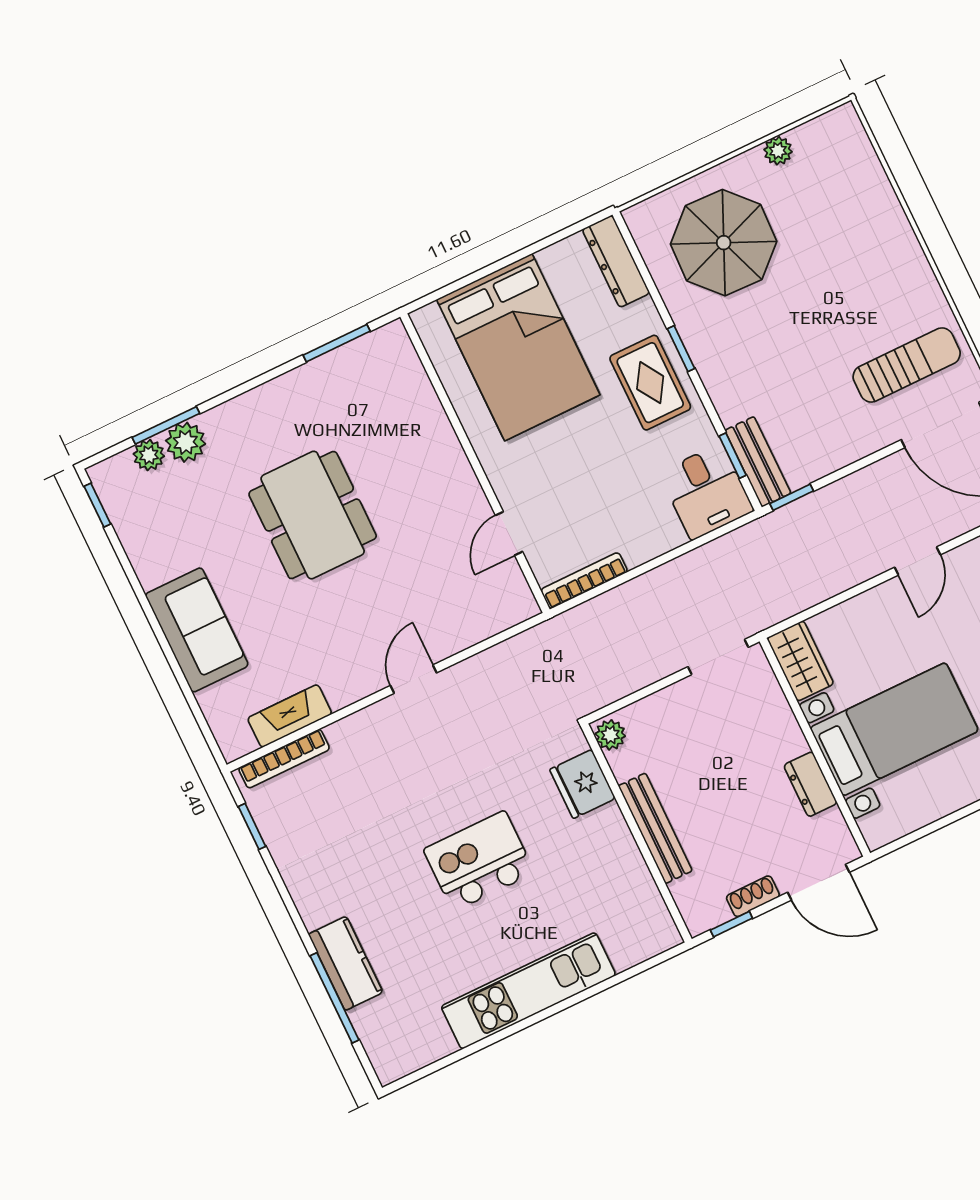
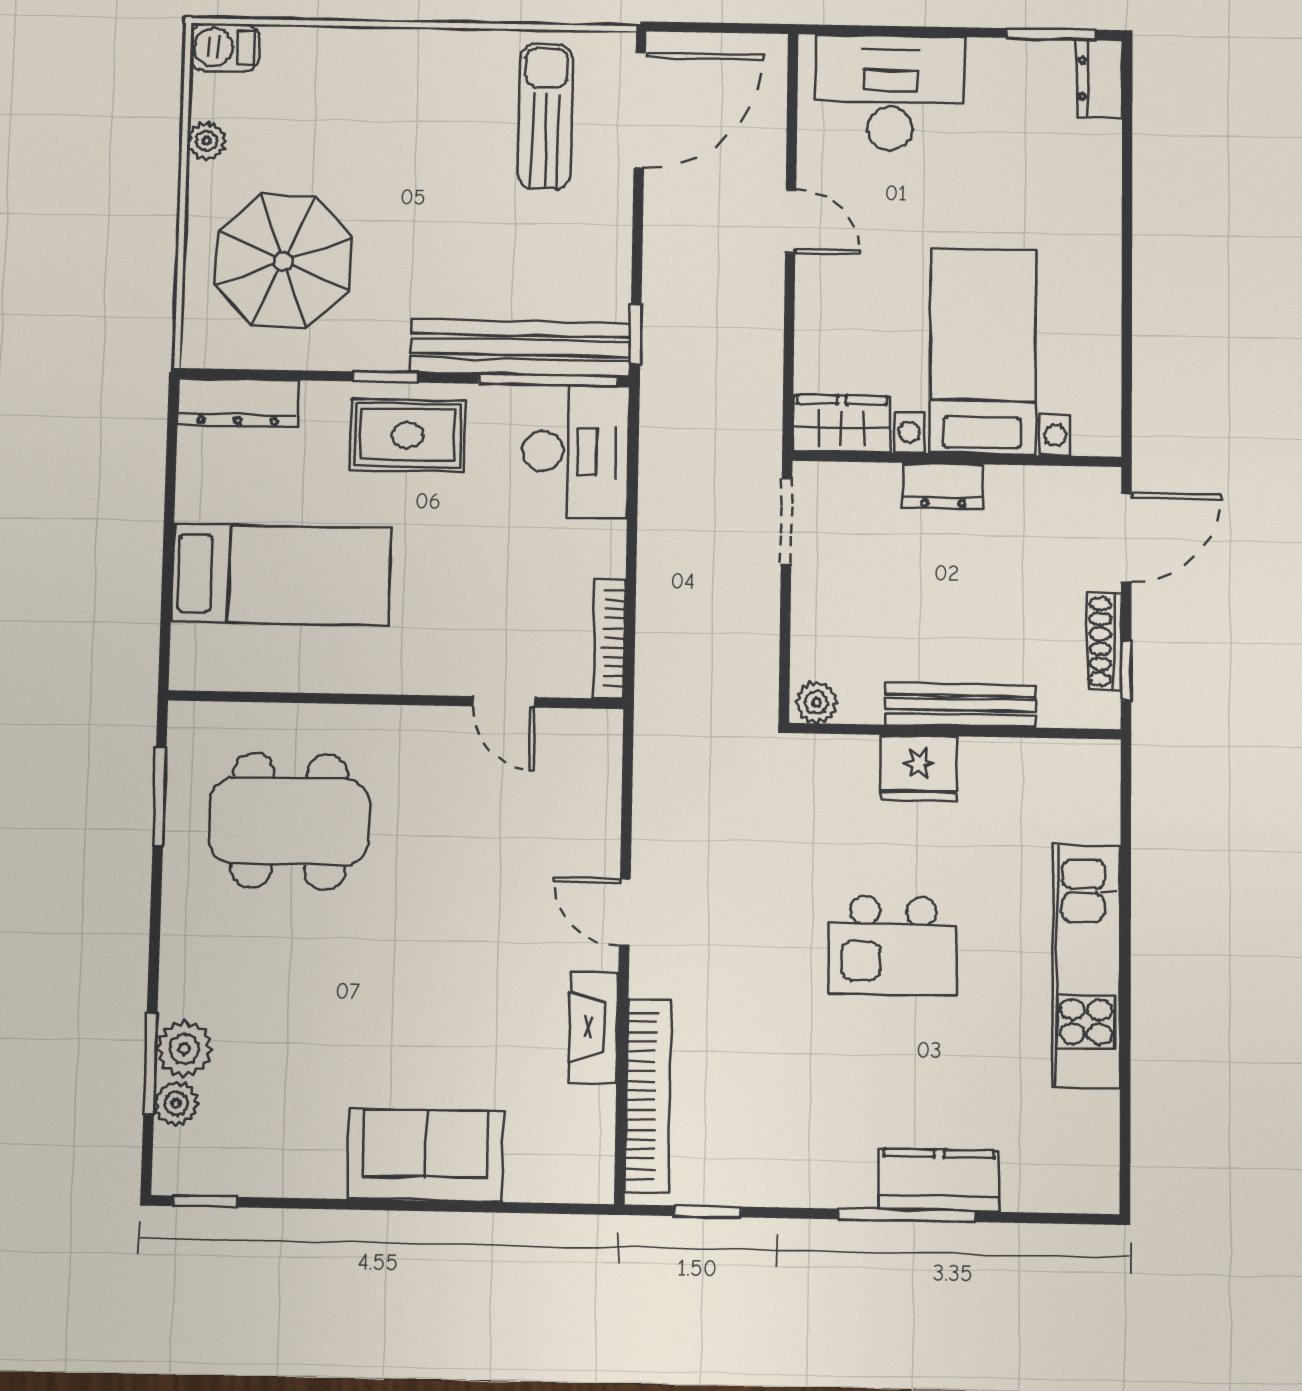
barbecue: (846, 130) -> (224, 47), added
bed: (518, 347) -> (281, 574), width x0.67
window: (733, 456) -> (548, 380), width x2.17
bench: (758, 462) -> (521, 348), width x1.86, depth x1.21
desk: (706, 492) -> (576, 452), width x1.37
dining table: (313, 515) -> (289, 821), moved
fireplace: (290, 716) -> (594, 1027), moved
bookcase: (284, 759) -> (648, 1096), width x1.48, depth x1.31
fridge: (582, 784) -> (919, 769), moved
dresser: (810, 784) -> (943, 486), moved
kitchen island: (479, 861) -> (893, 946), turned -90
shoe rack: (753, 896) -> (1104, 642), width x1.43
window: (335, 998) -> (907, 1215), moved

